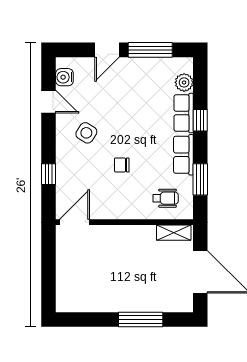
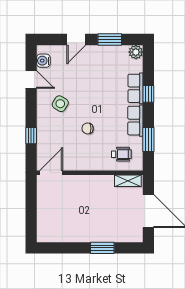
window: (150, 50) -> (110, 40), width x0.69
plant: (184, 82) -> (136, 52), moved
window: (141, 319) -> (102, 248), width x0.69

